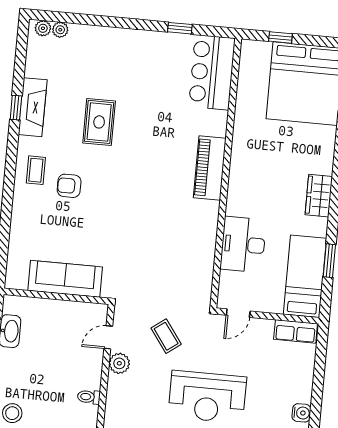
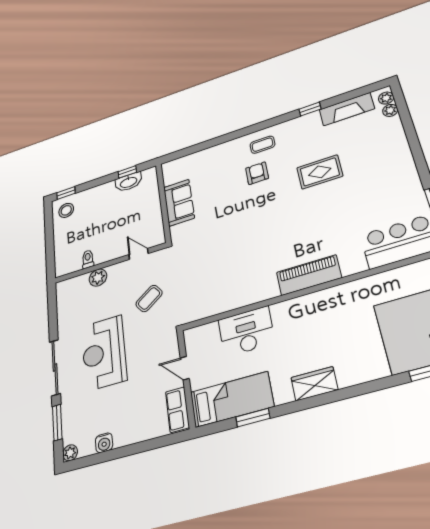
fireplace: (33, 107) -> (347, 109), moved
sofa: (65, 279) -> (179, 203), width x0.73
door: (238, 313) -> (185, 368), moved
plant: (119, 363) -> (98, 278), moved

